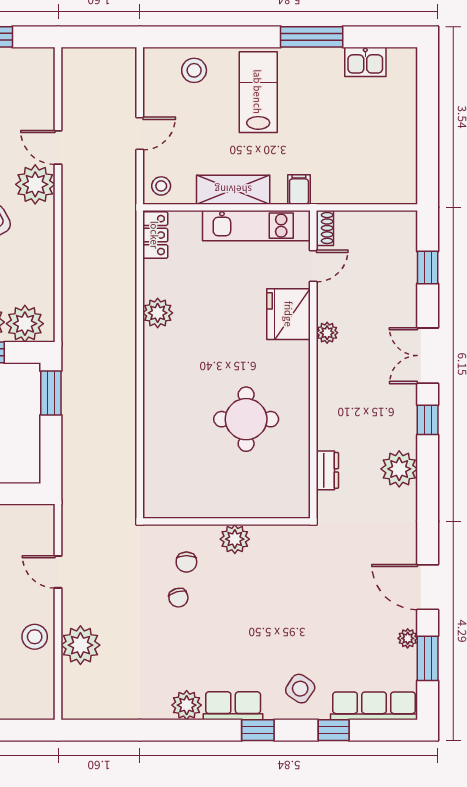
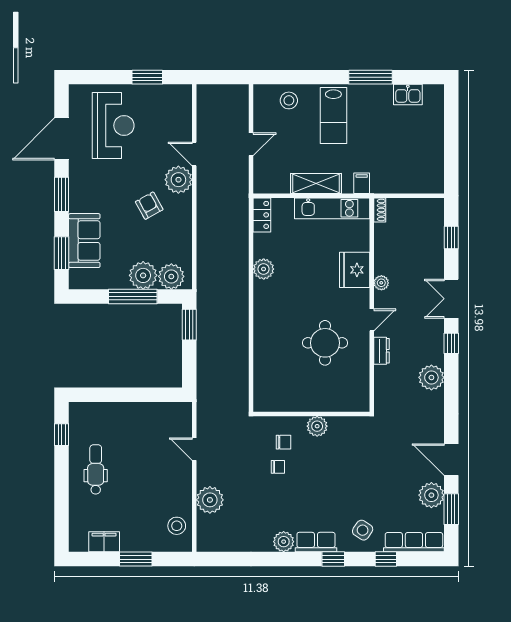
lab bench: (258, 92) -> (333, 116), turned 180
stool: (161, 186) -> (266, 181), removed
door: (313, 266) -> (372, 320), moved
dresser: (327, 470) -> (381, 351), moved
chair: (186, 562) -> (284, 442), turned -90
chair: (178, 598) -> (278, 467), turned -74
stool: (35, 637) -> (177, 526), moved
plant: (408, 638) -> (431, 495), width x1.88, depth x1.88

